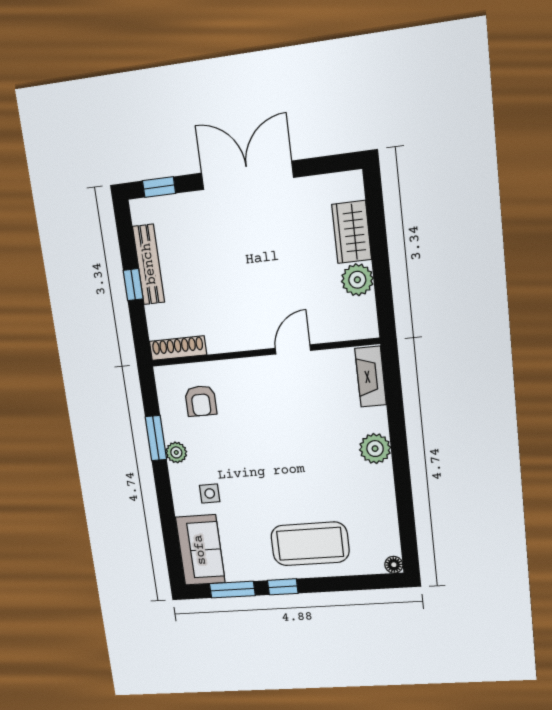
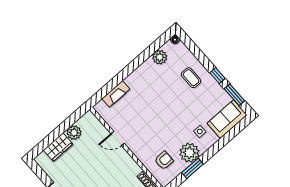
fireplace: (371, 377) -> (116, 94), moved
plant: (375, 449) -> (160, 57), moved
plant: (176, 452) -> (189, 153), width x1.88, depth x1.88
coffee table: (310, 544) -> (191, 78), width x0.54, depth x0.58

